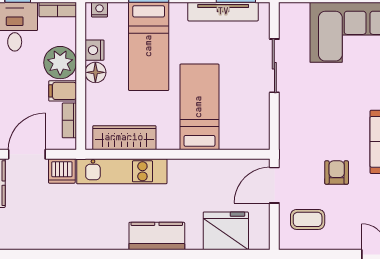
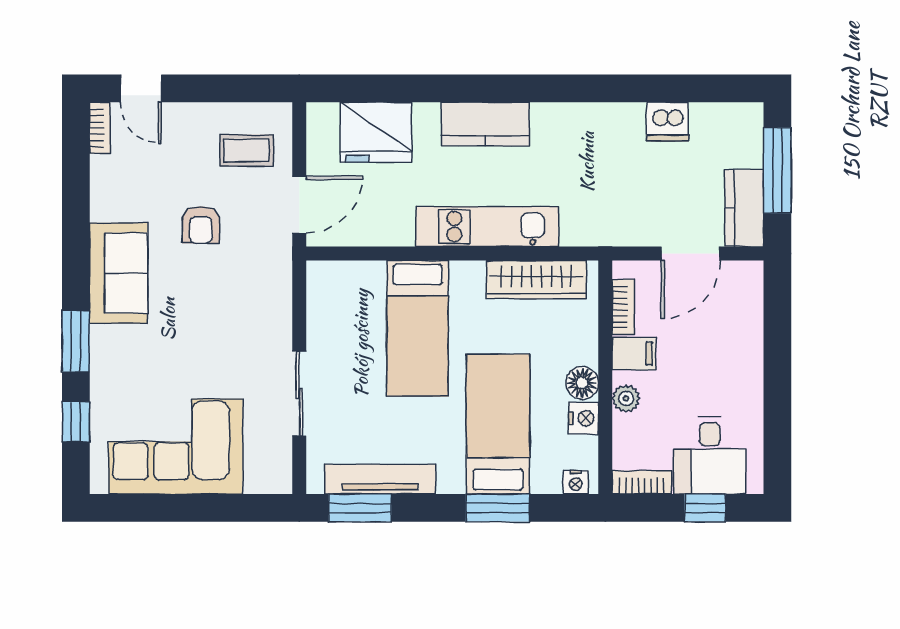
plant: (60, 63) -> (626, 398), width x0.53, depth x0.53
dishwasher: (62, 171) -> (668, 122), moved, turned 180
kitchen unit: (122, 171) -> (487, 227), moved

